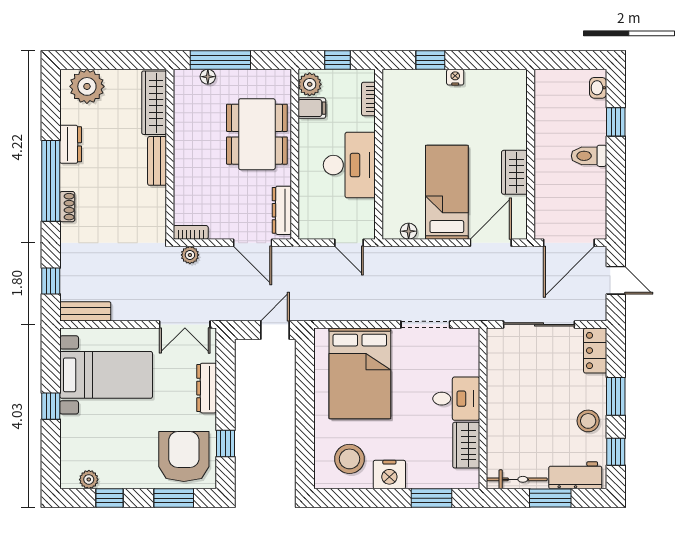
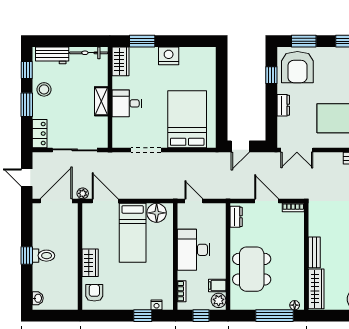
floor lamp: (208, 77) -> (295, 305), moved
nightstand: (455, 77) -> (157, 305), moved
armchair: (508, 96) -> (94, 293), added
window: (616, 122) -> (27, 255), moved
wardrobe: (514, 172) -> (90, 263), moved
dresser: (282, 210) -> (236, 217), width x0.70
floor lamp: (409, 231) -> (157, 213), width x1.89, depth x1.89
door: (253, 243) -> (267, 201), moved
door: (491, 243) -> (105, 201), swing flipped
plant: (190, 255) -> (83, 193), moved
double door: (185, 324) -> (297, 150), swing flipped
dresser: (207, 388) -> (283, 105), width x0.70
shelving: (497, 402) -> (101, 101), added
wardrobe: (466, 445) -> (120, 61), moved
stool: (350, 459) -> (194, 66), removed
window: (550, 498) -> (68, 41), removed

